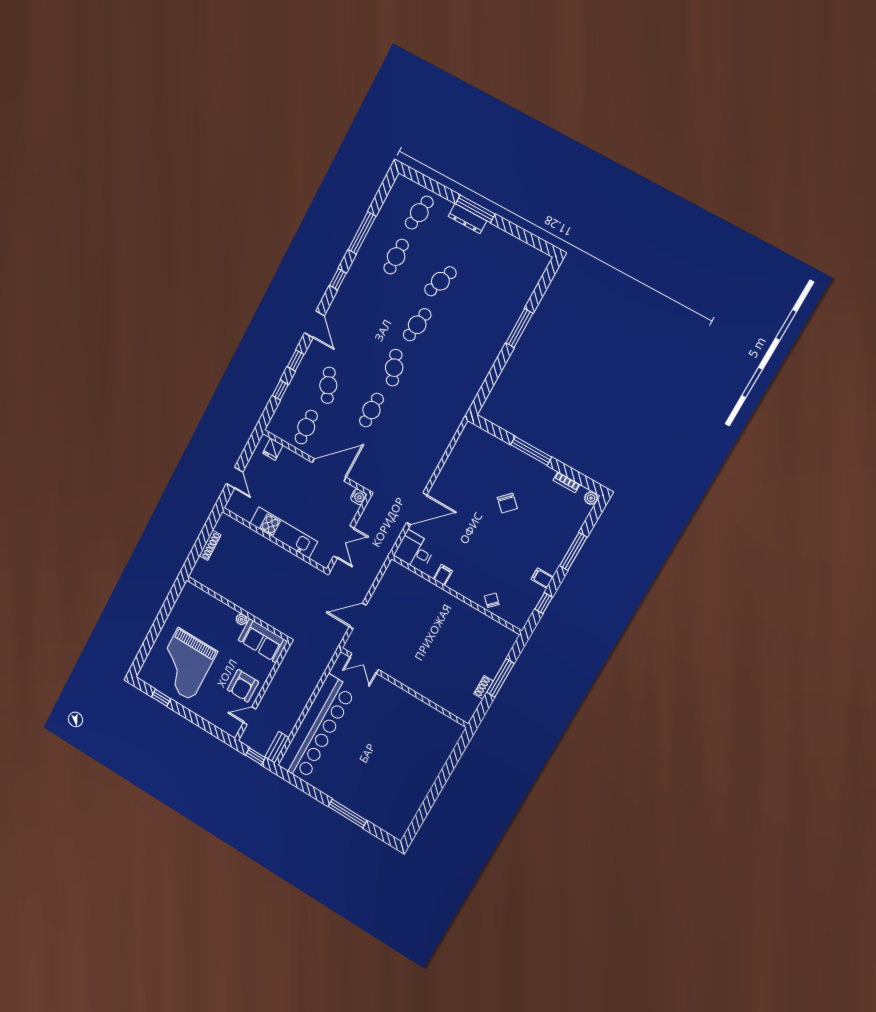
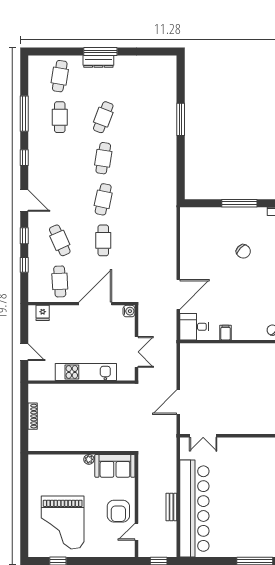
cafe table: (394, 368) -> (103, 199), turned 33
bench: (277, 747) -> (171, 507), moved

